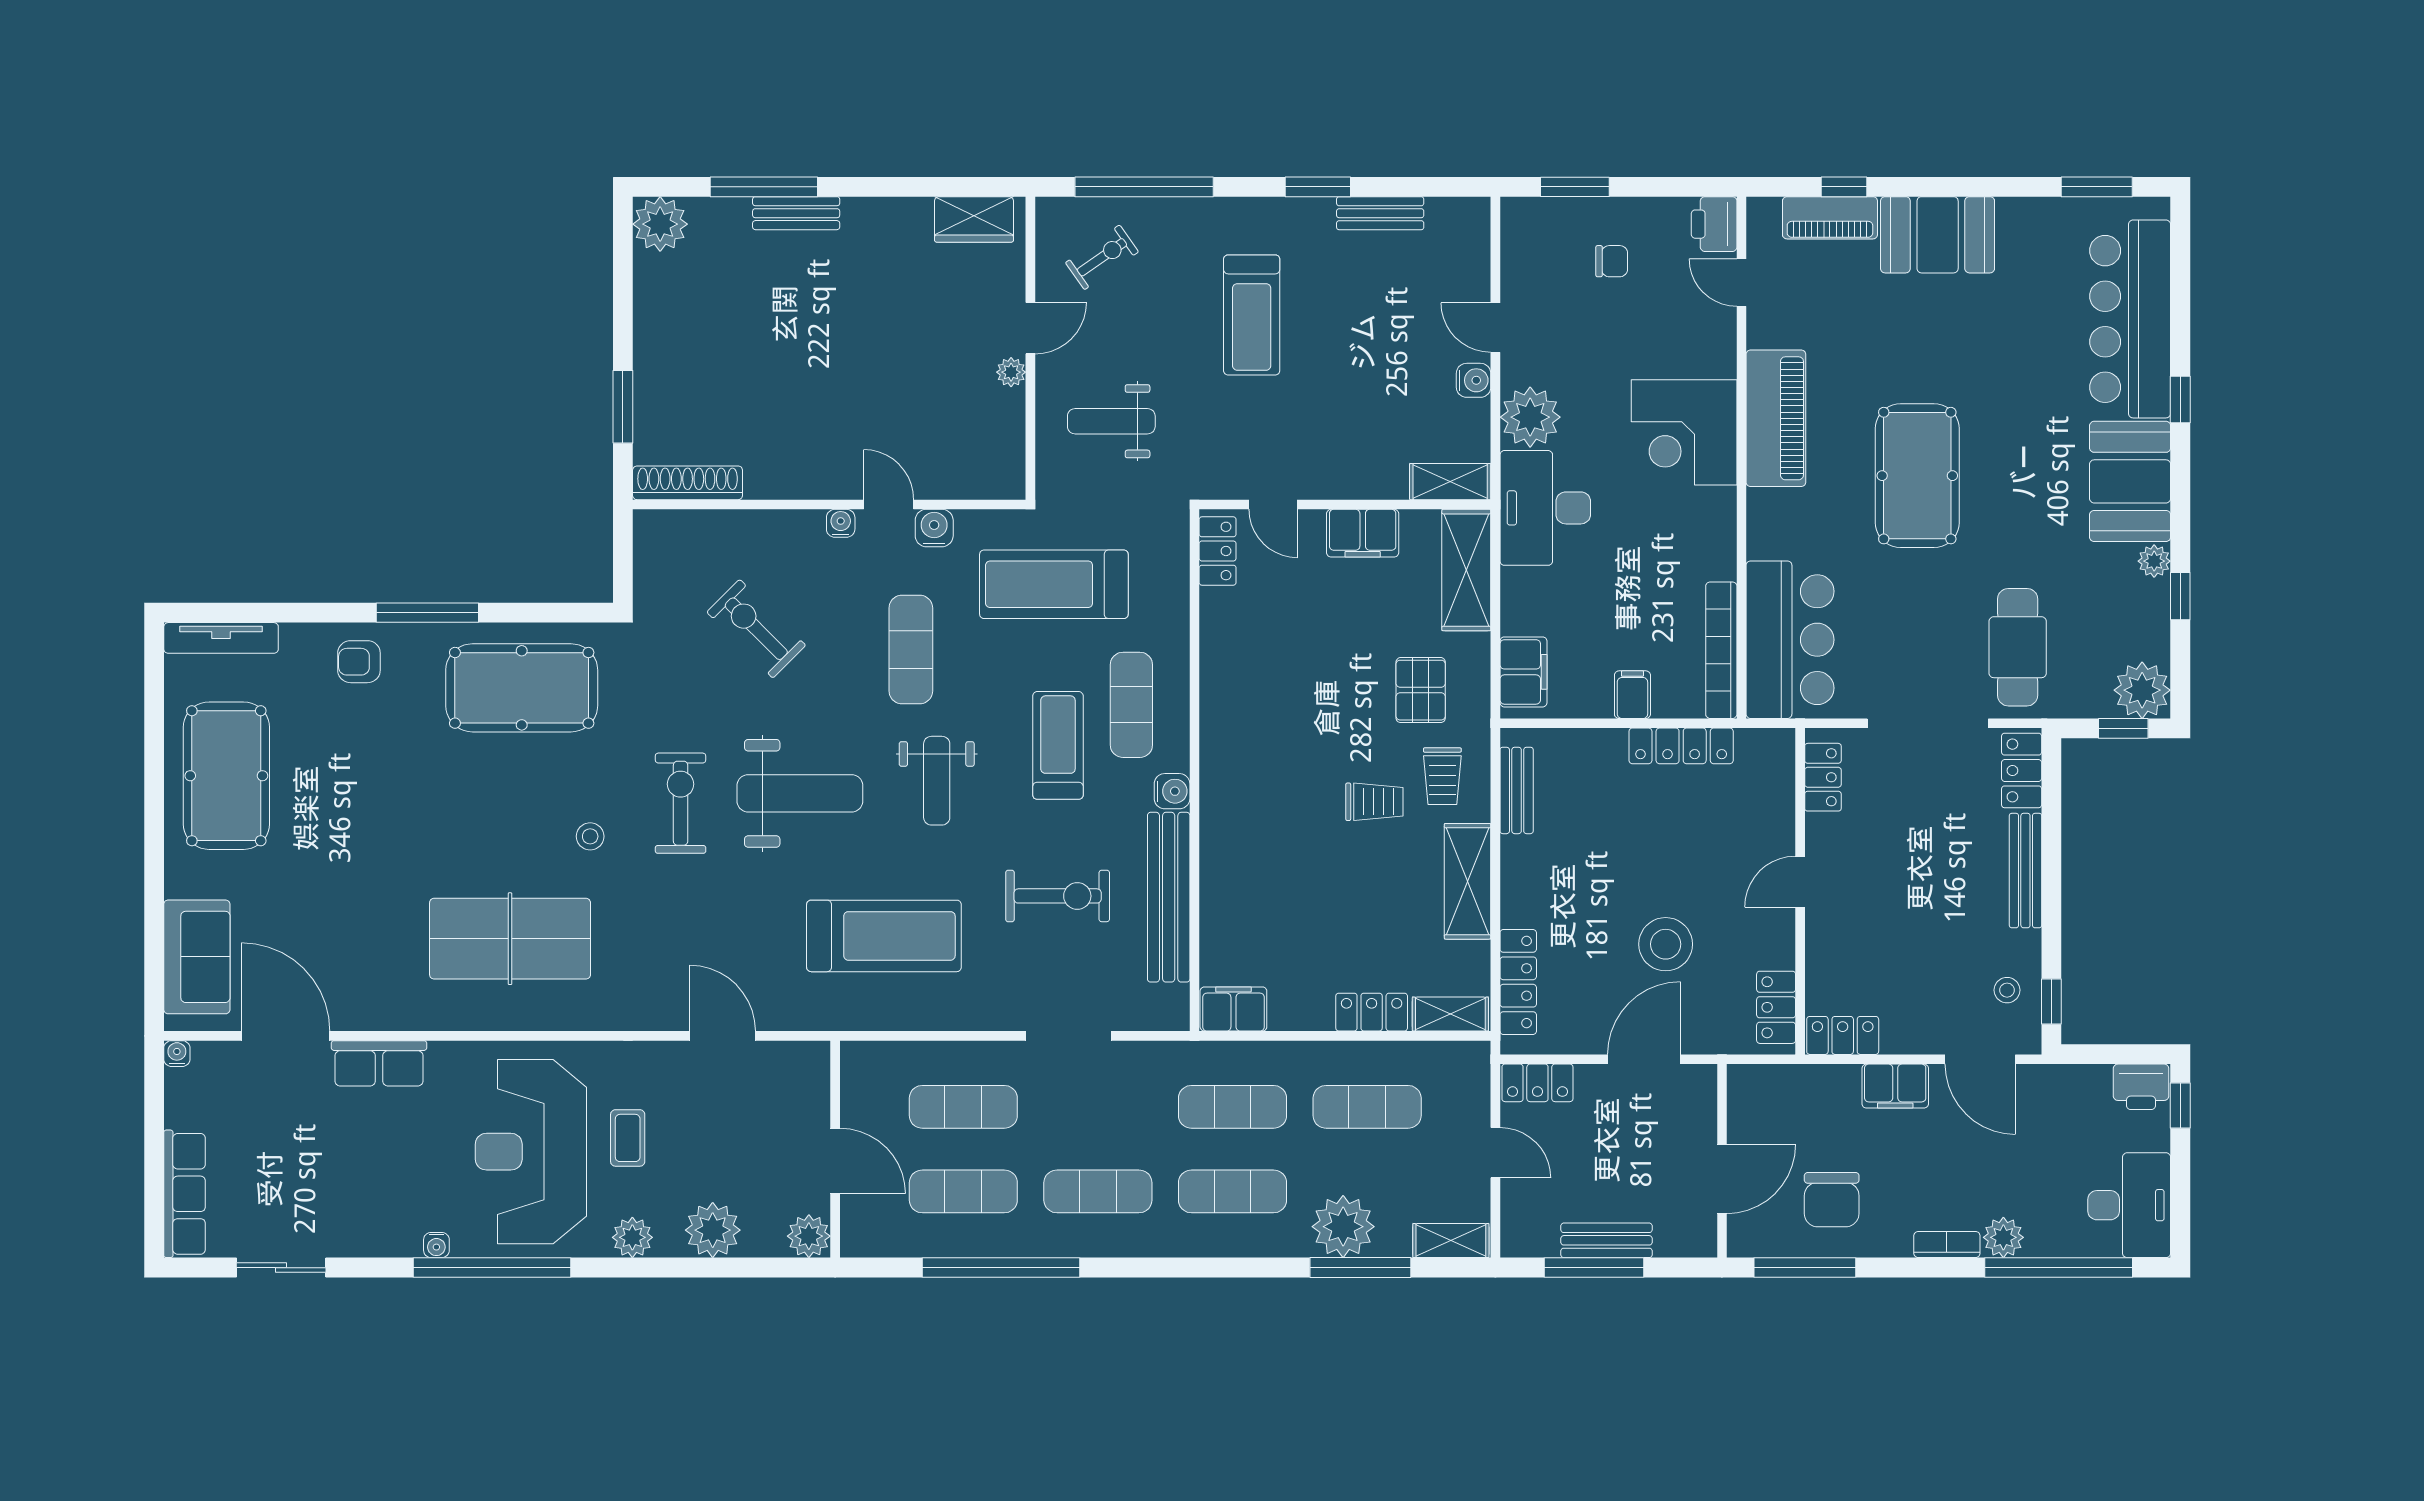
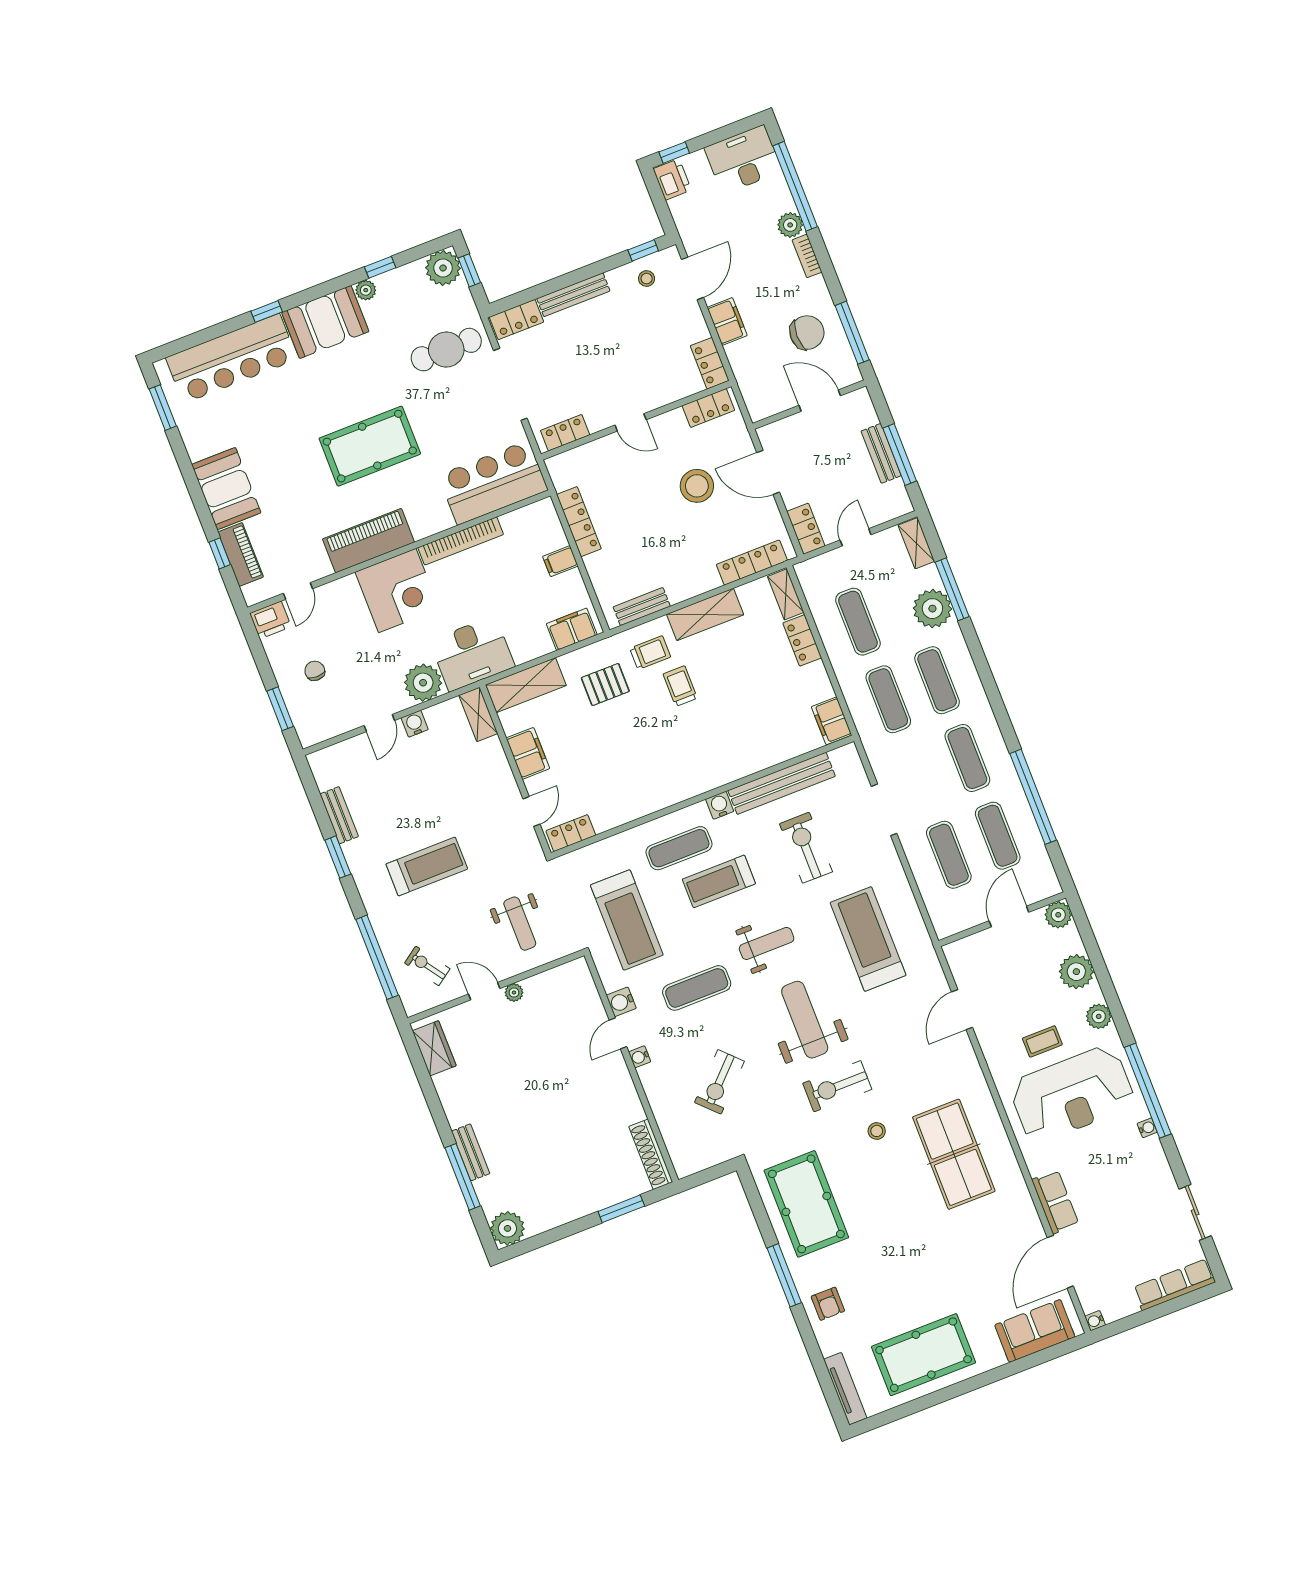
bookcase: (1721, 650) -> (461, 541), moved

